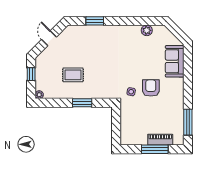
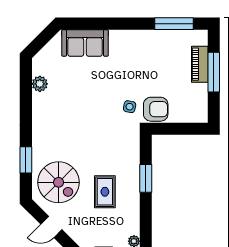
spiral stairs: (79, 43) -> (59, 182), added
armchair: (151, 88) -> (156, 109), moved, turned 180

